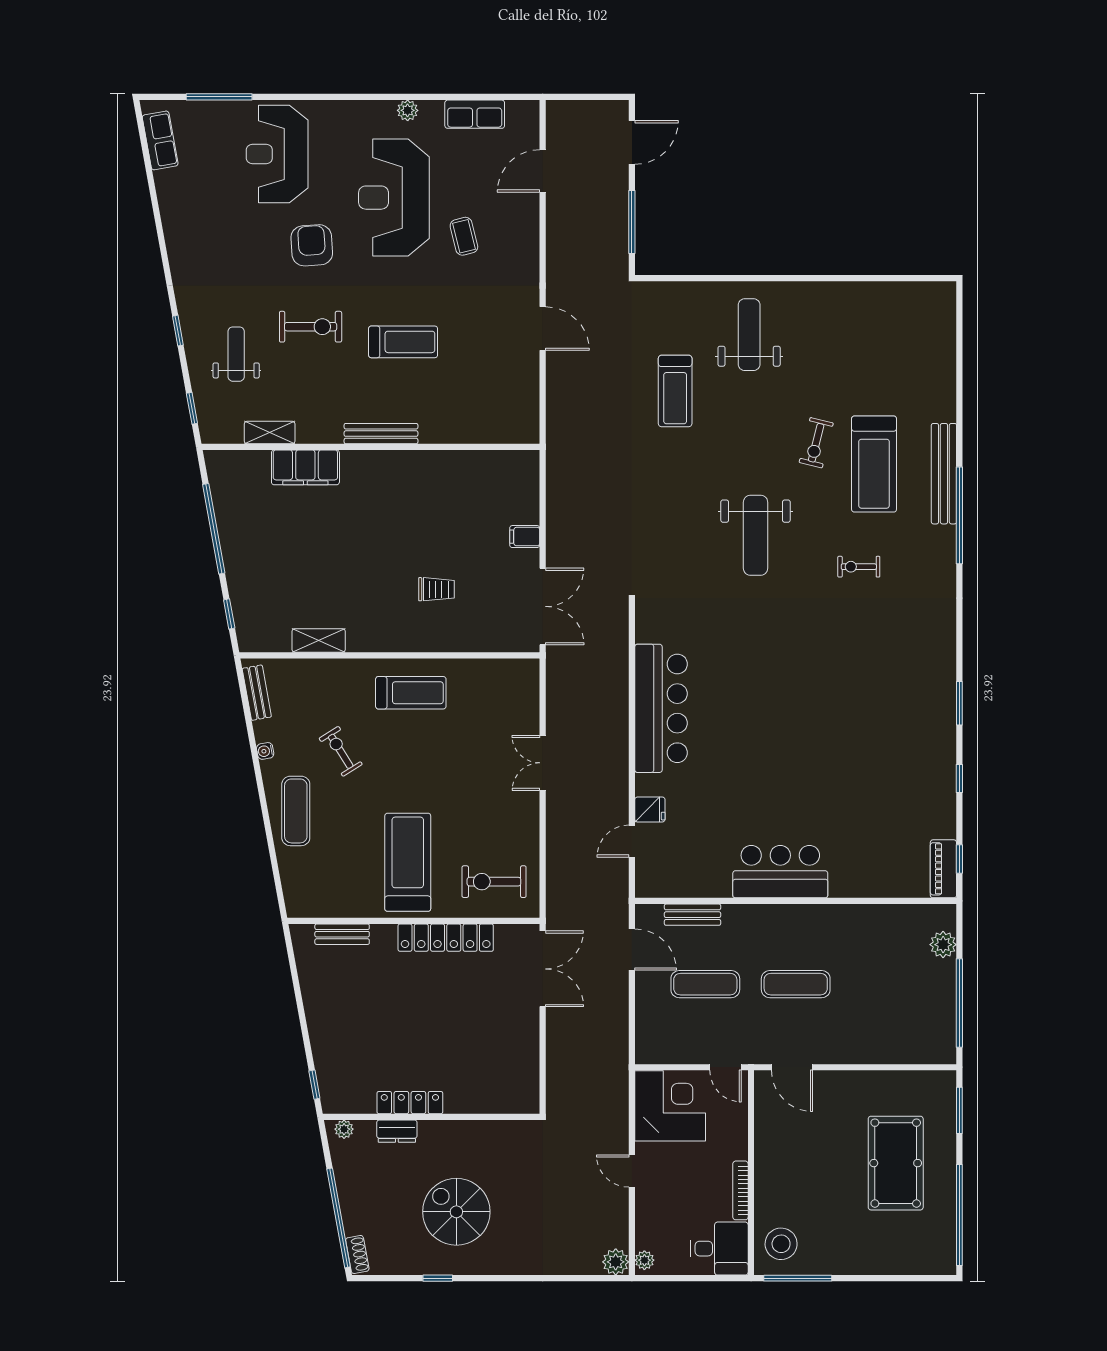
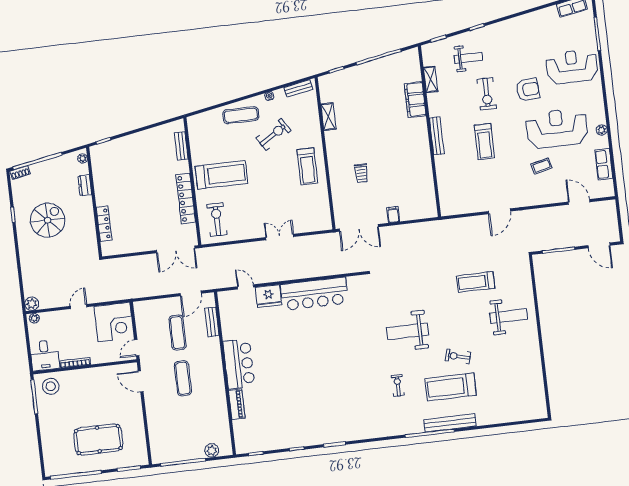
exercise bike: (341, 751) -> (274, 134), width x1.38, depth x1.39
fridge: (650, 809) -> (268, 296), width x1.88, depth x1.34
piano: (943, 869) -> (237, 404), moved, turned 90
door: (792, 1067) -> (141, 381), hinge flipped
locker: (410, 1103) -> (104, 224), moved

